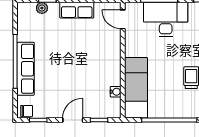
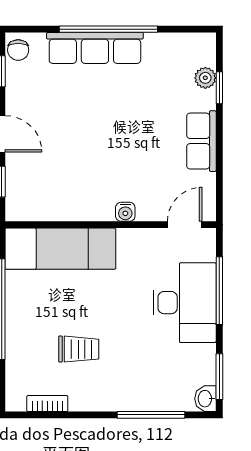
water cooler: (116, 92) -> (125, 212), moved

